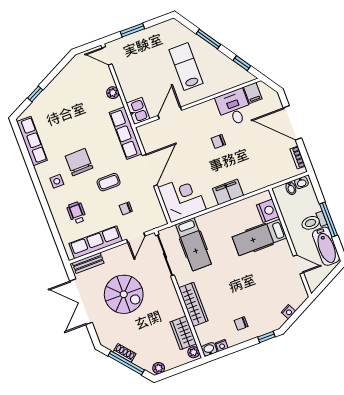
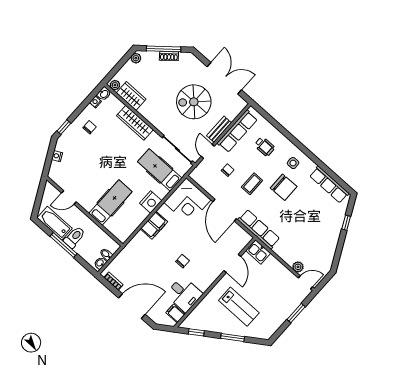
plant: (113, 93) -> (298, 267), moved
nightstand: (268, 211) -> (151, 202), moved, turned -90
bench: (88, 263) -> (219, 129), moved

